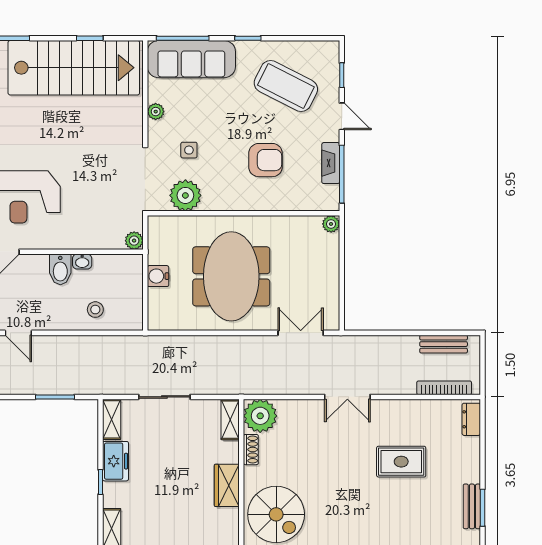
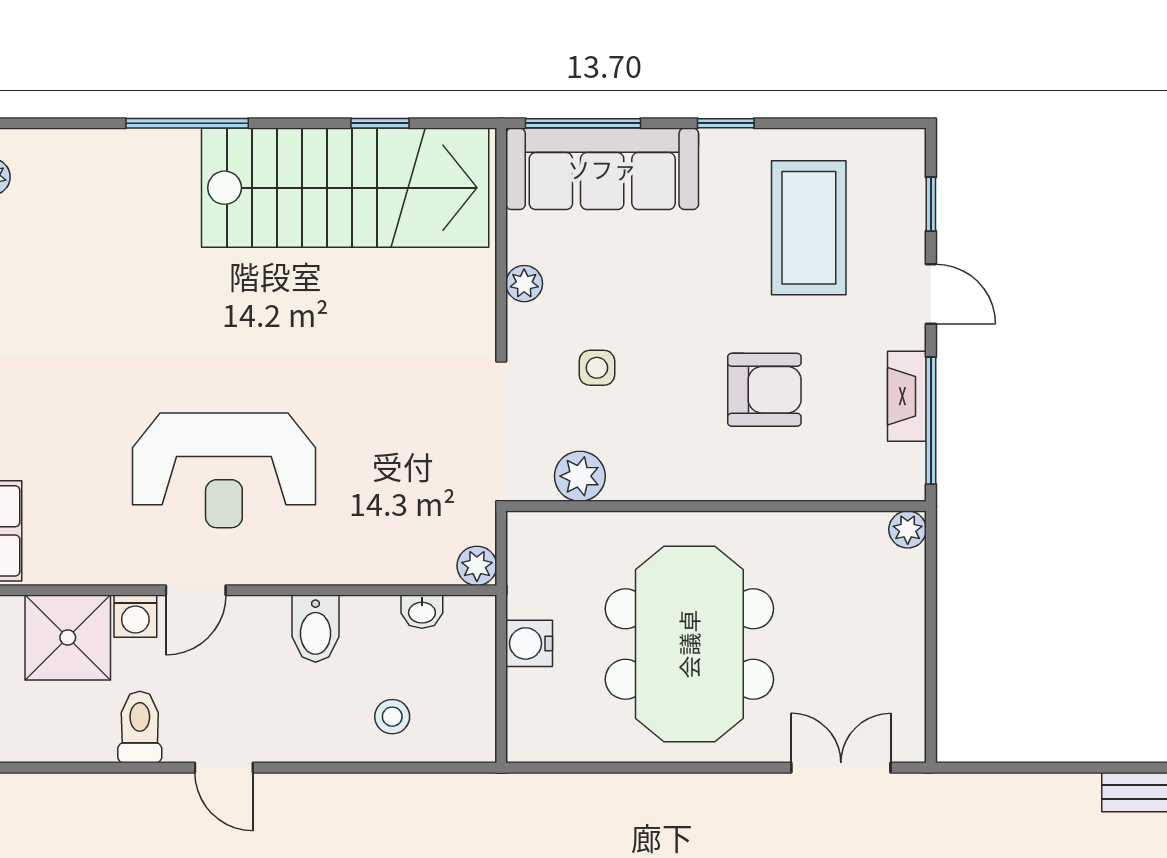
coffee table: (286, 86) -> (809, 228), turned 63
plant: (185, 195) -> (580, 476), width x0.73, depth x0.73
washbasin: (82, 262) -> (422, 612), moved

